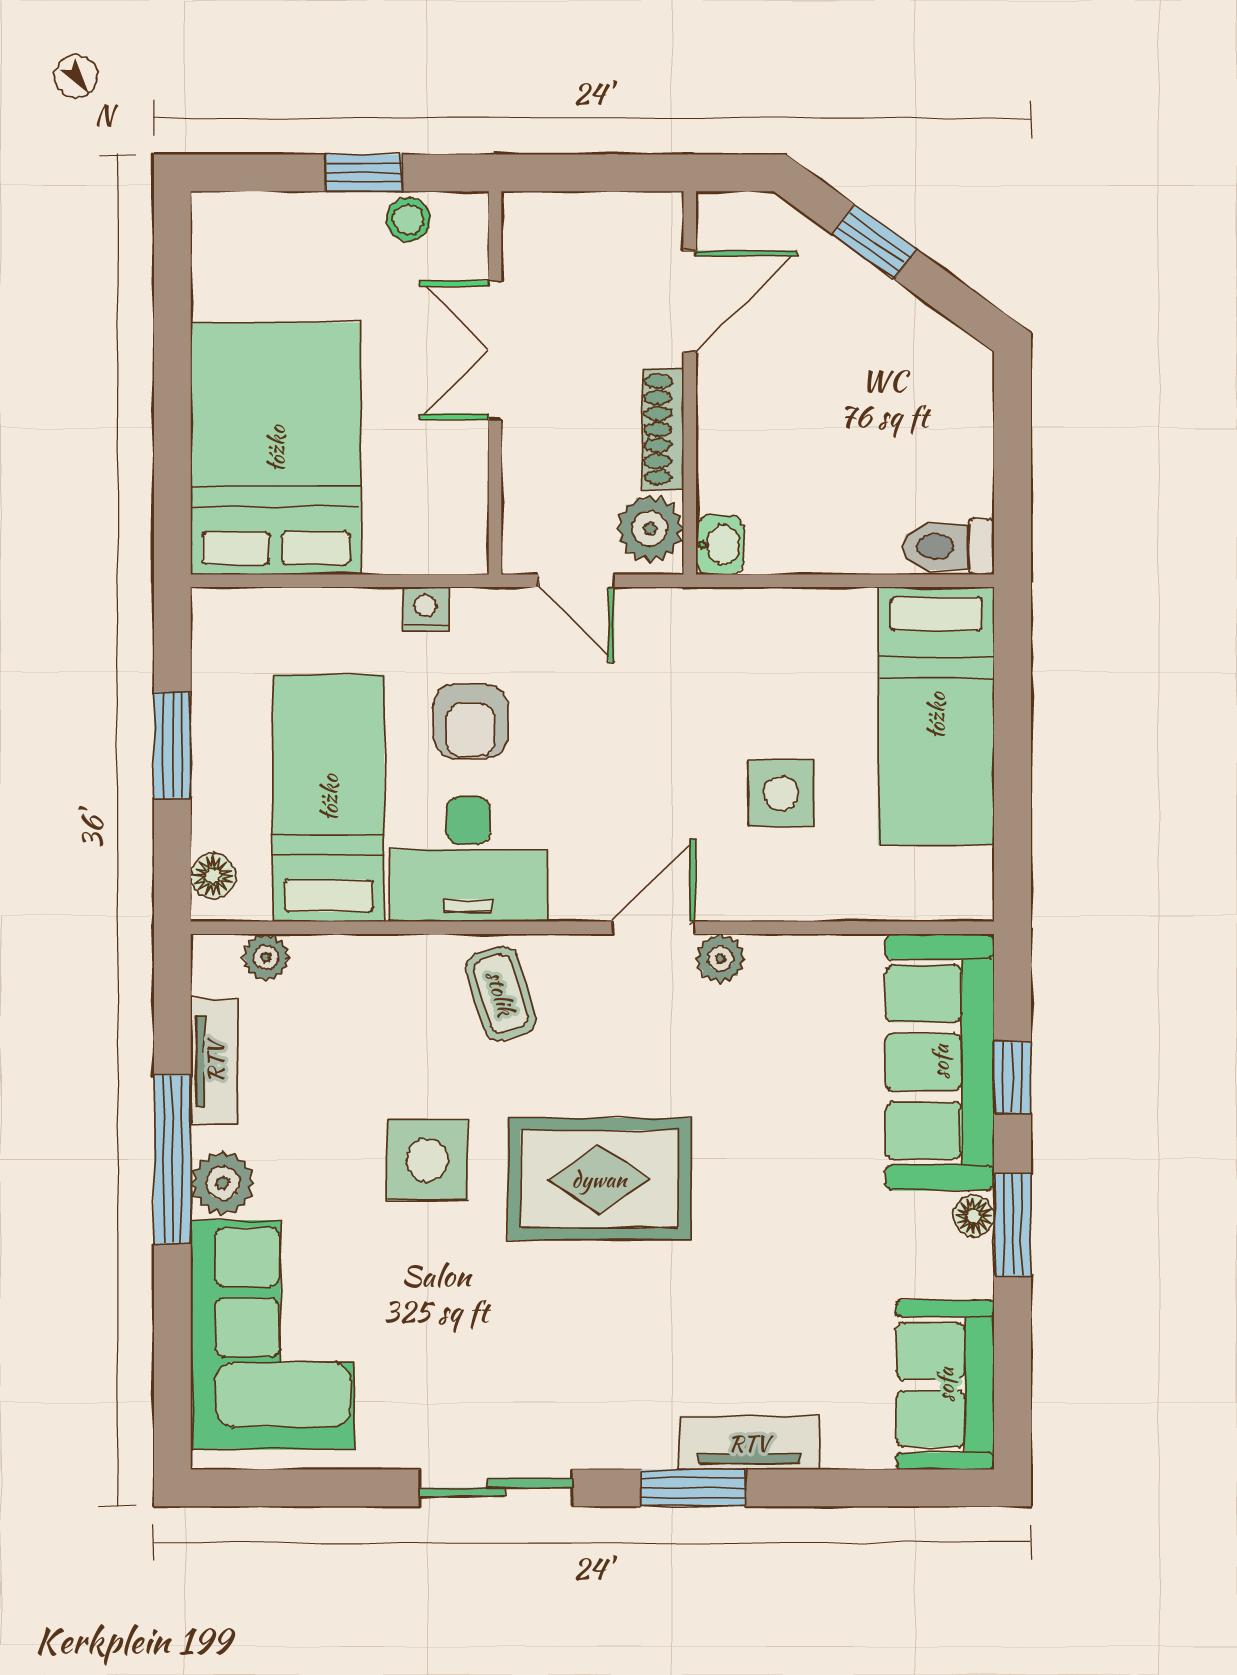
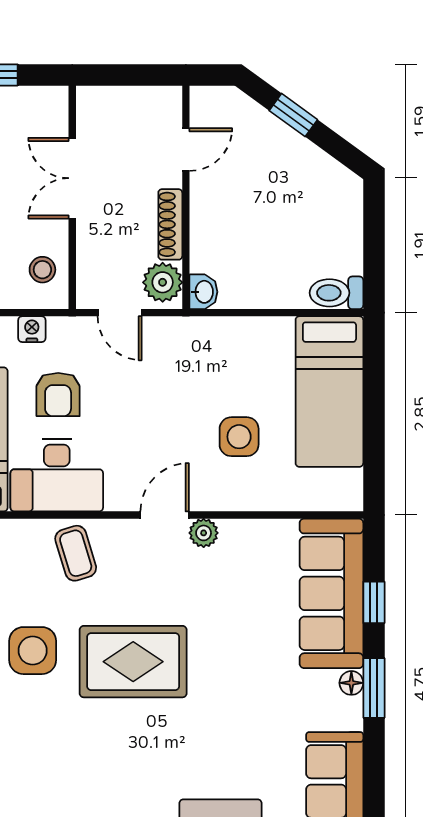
stool: (408, 220) -> (42, 270), moved
door: (690, 301) -> (186, 150), width x0.73

